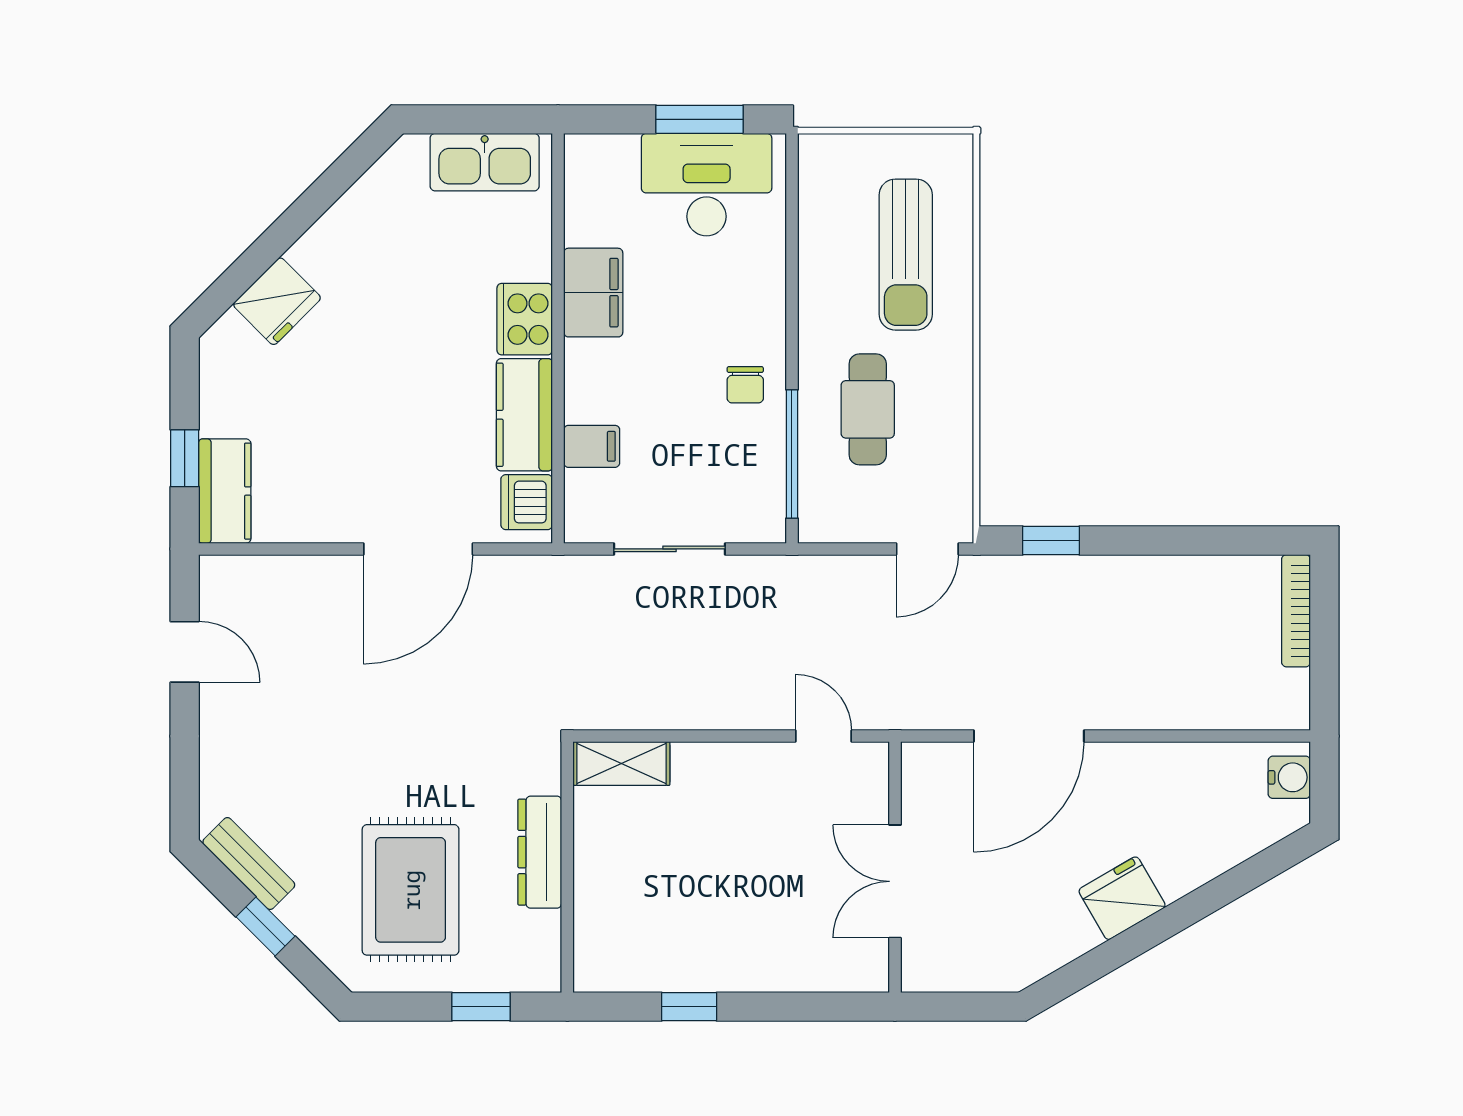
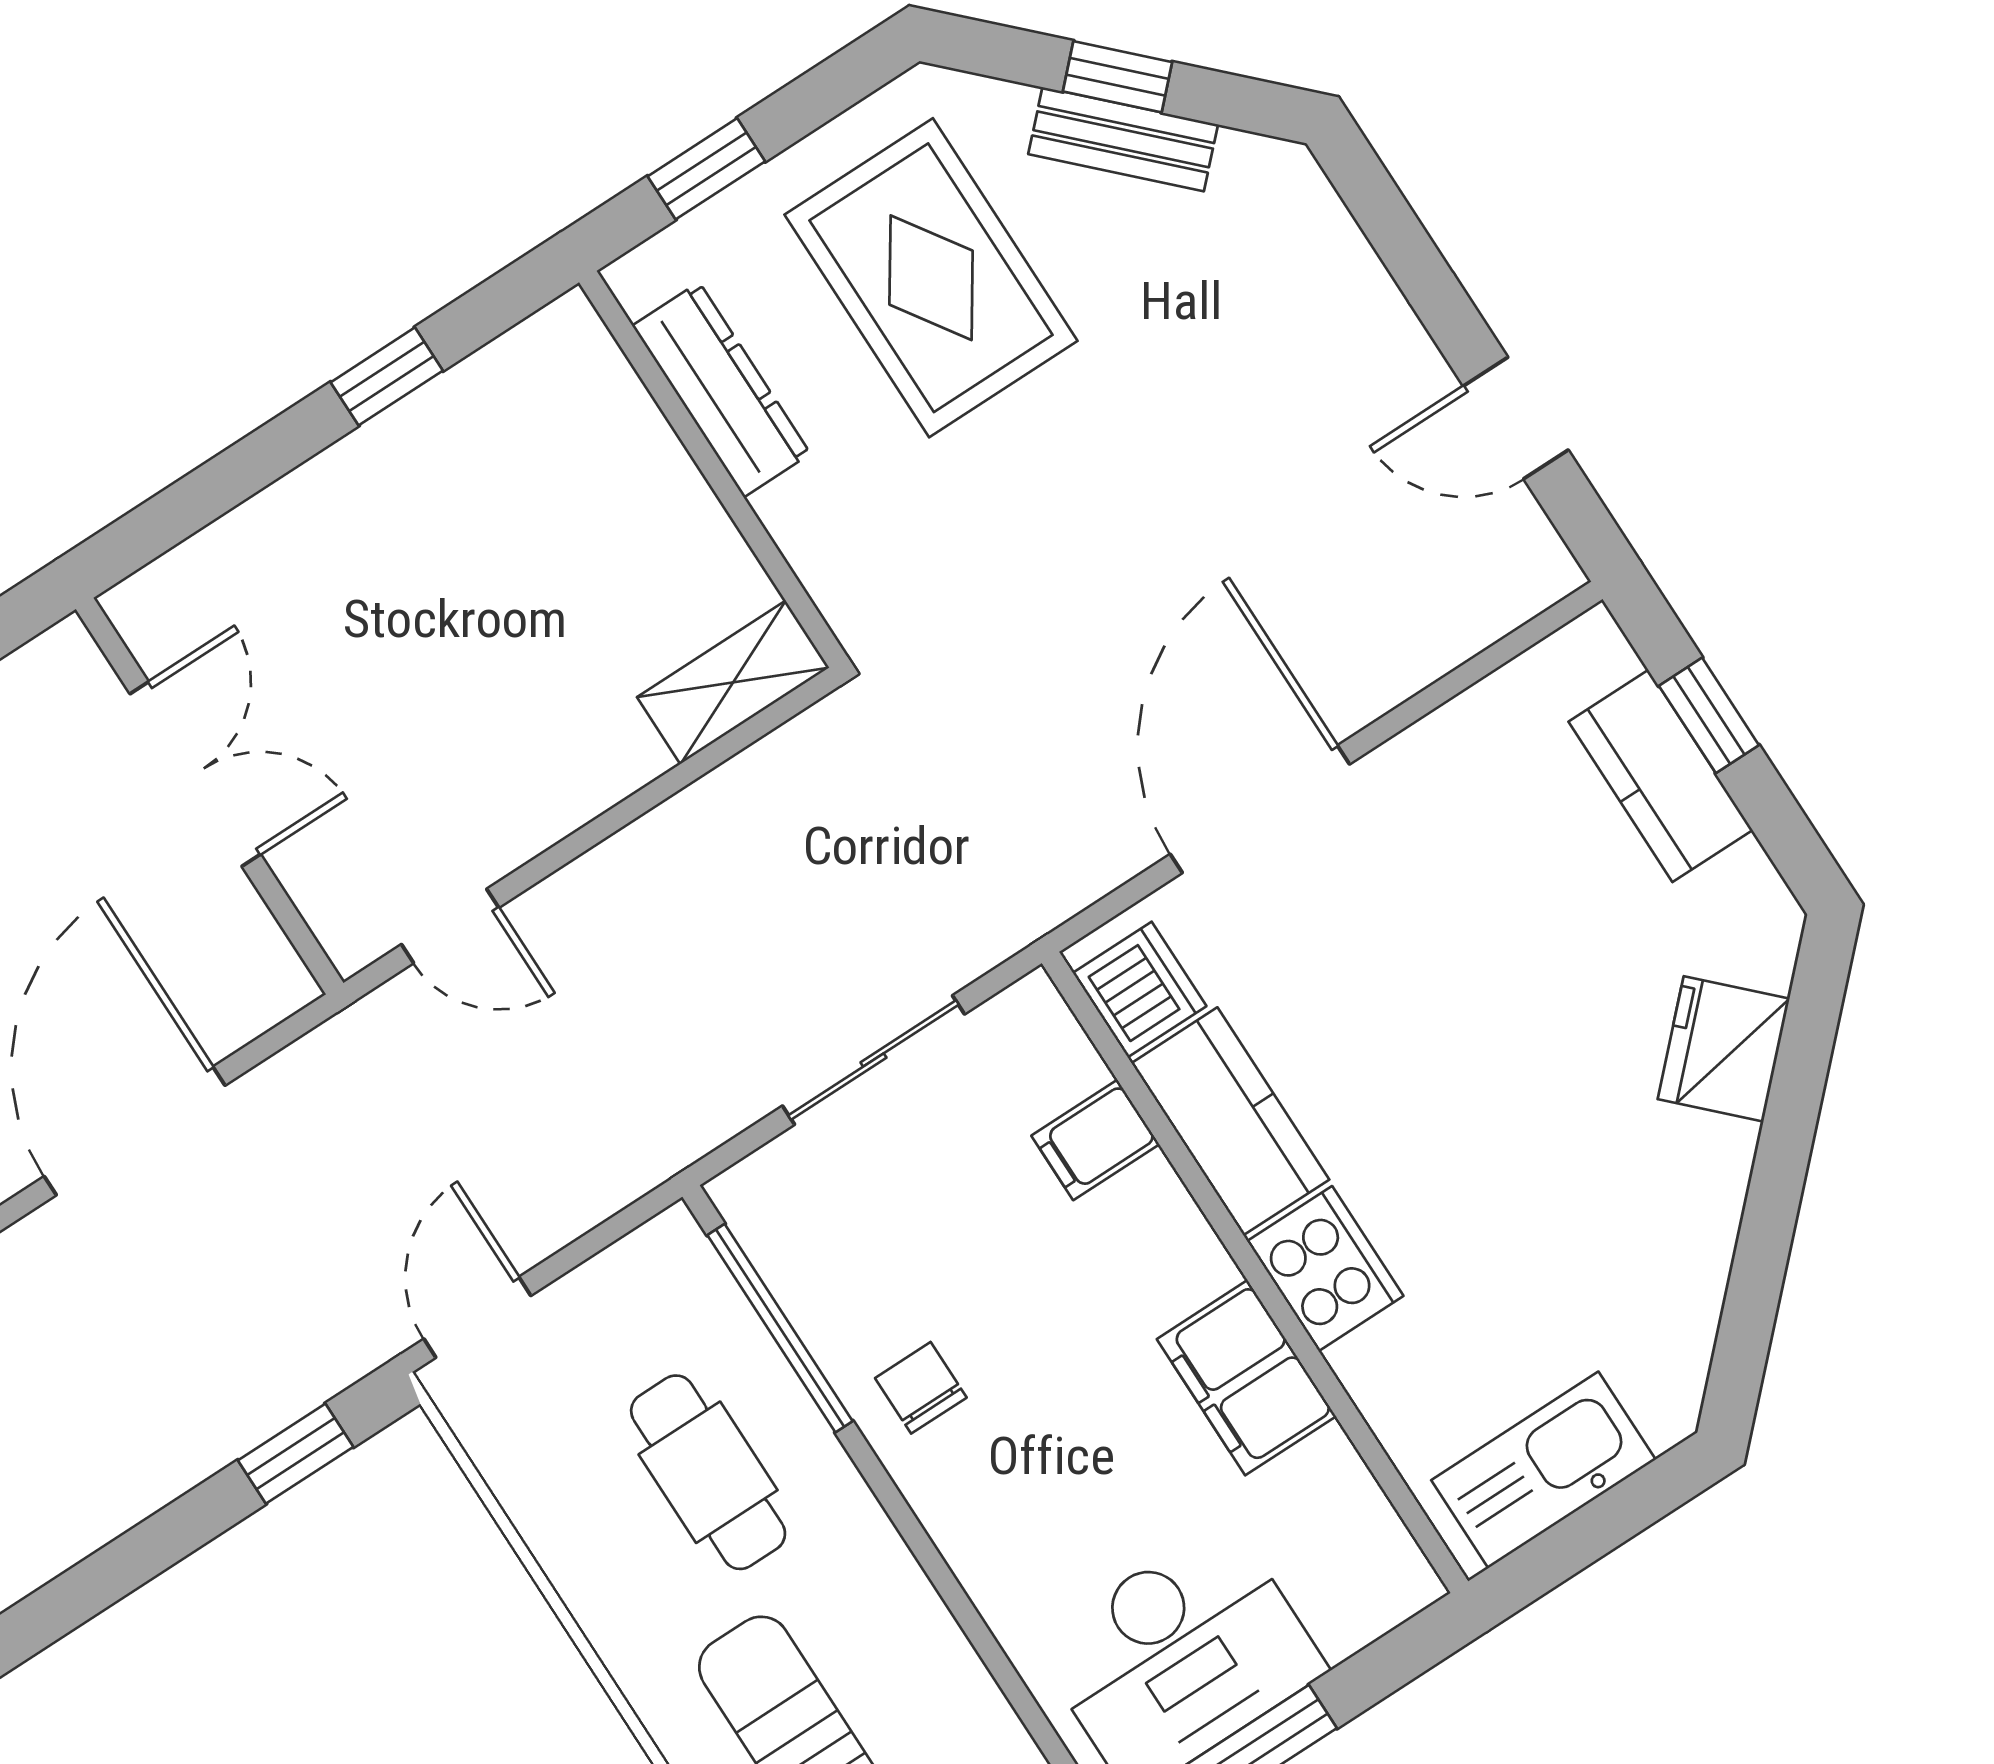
kitchen counter: (225, 491) -> (1661, 776), moved
dresser: (540, 852) -> (721, 390), moved
bench: (249, 864) -> (1123, 139), moved

